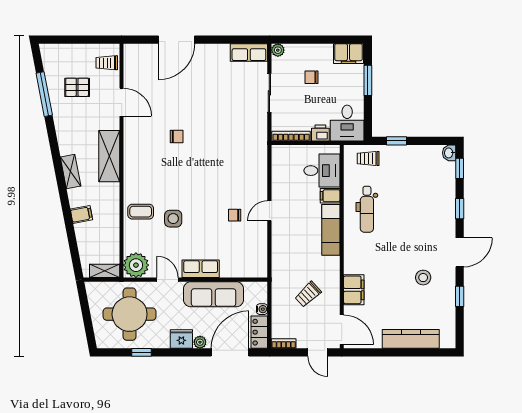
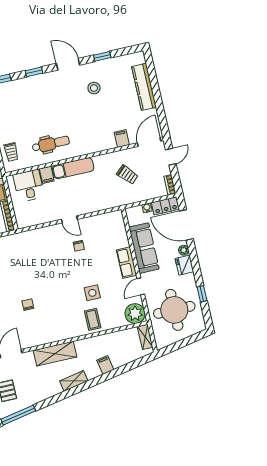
filing cabinet: (354, 290) -> (122, 139), width x0.50

